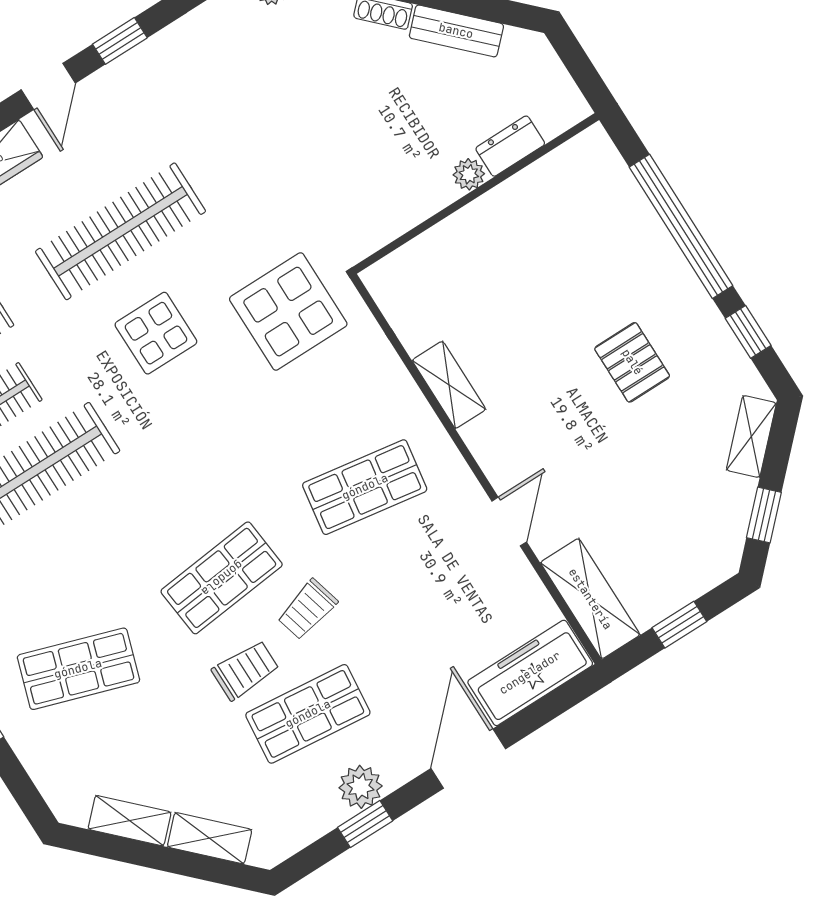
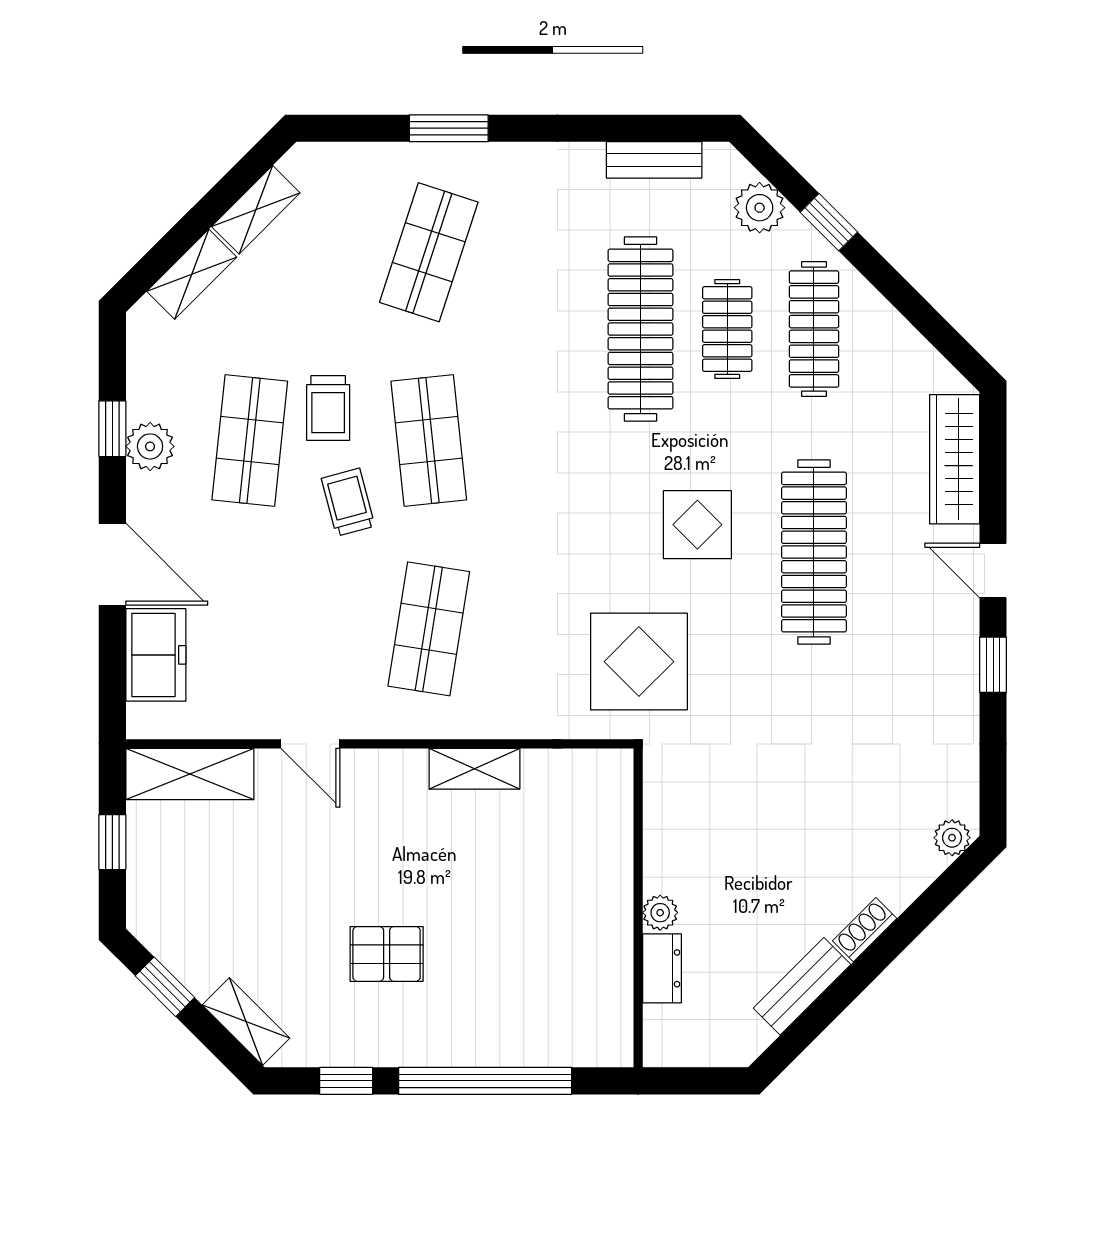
freezer: (530, 673) -> (156, 655), width x0.71

